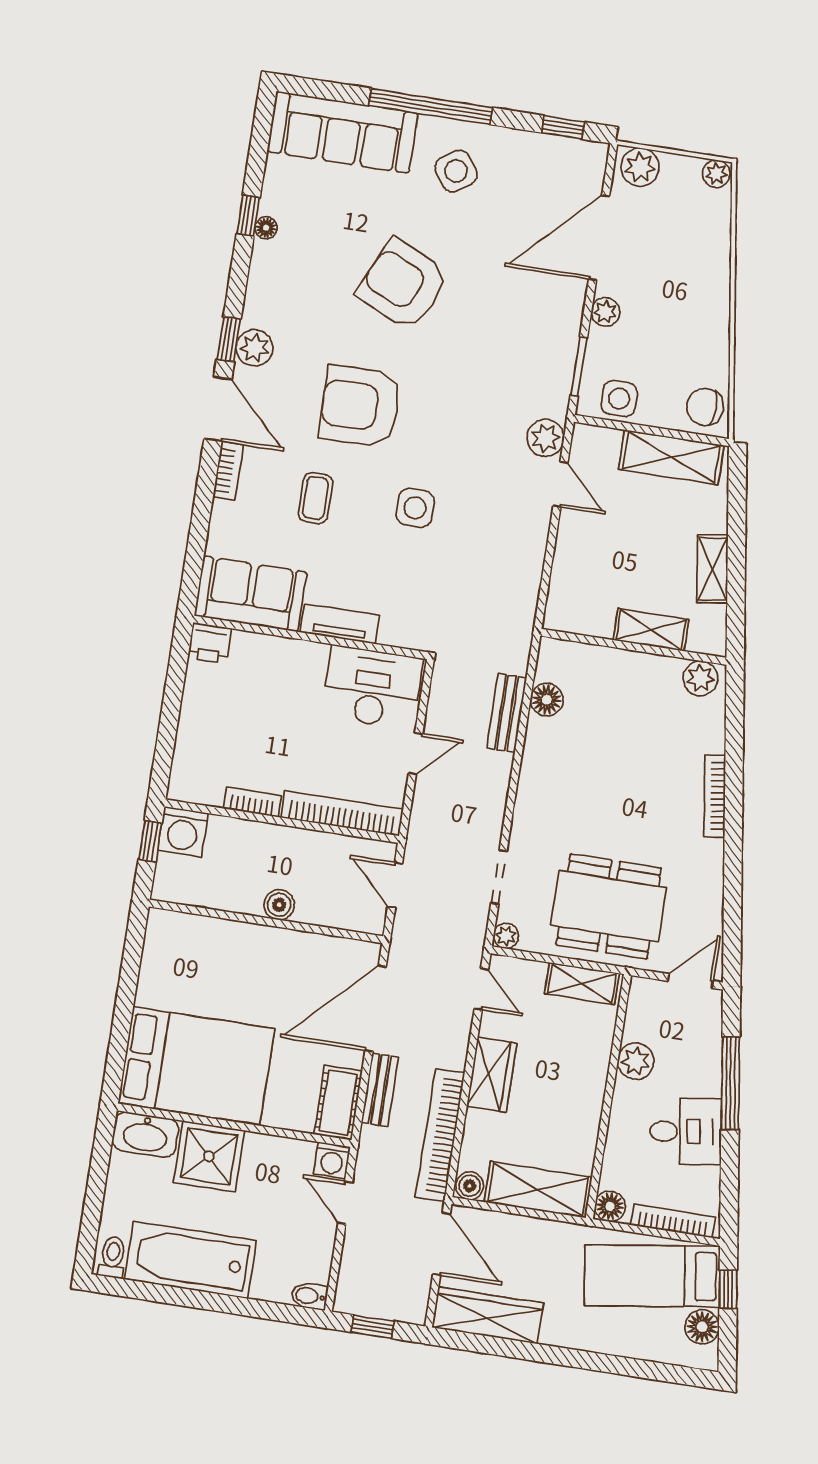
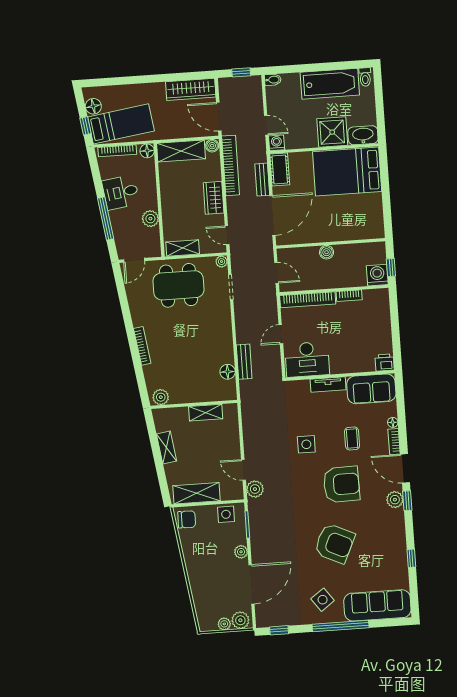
plant: (716, 174) -> (224, 624), moved
floor lamp: (266, 228) -> (393, 422), moved
shelving: (651, 630) -> (206, 413), moved

